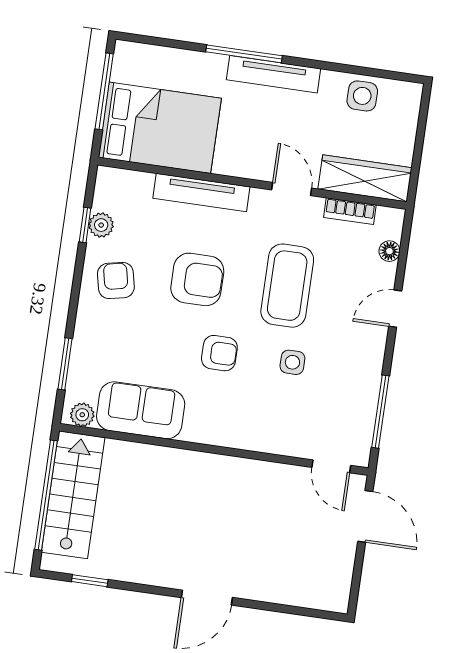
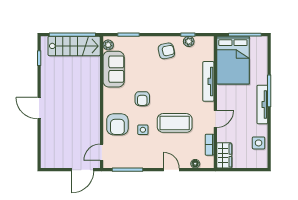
wardrobe: (365, 178) -> (224, 155), width x0.67
armchair: (197, 279) -> (117, 124), moved

